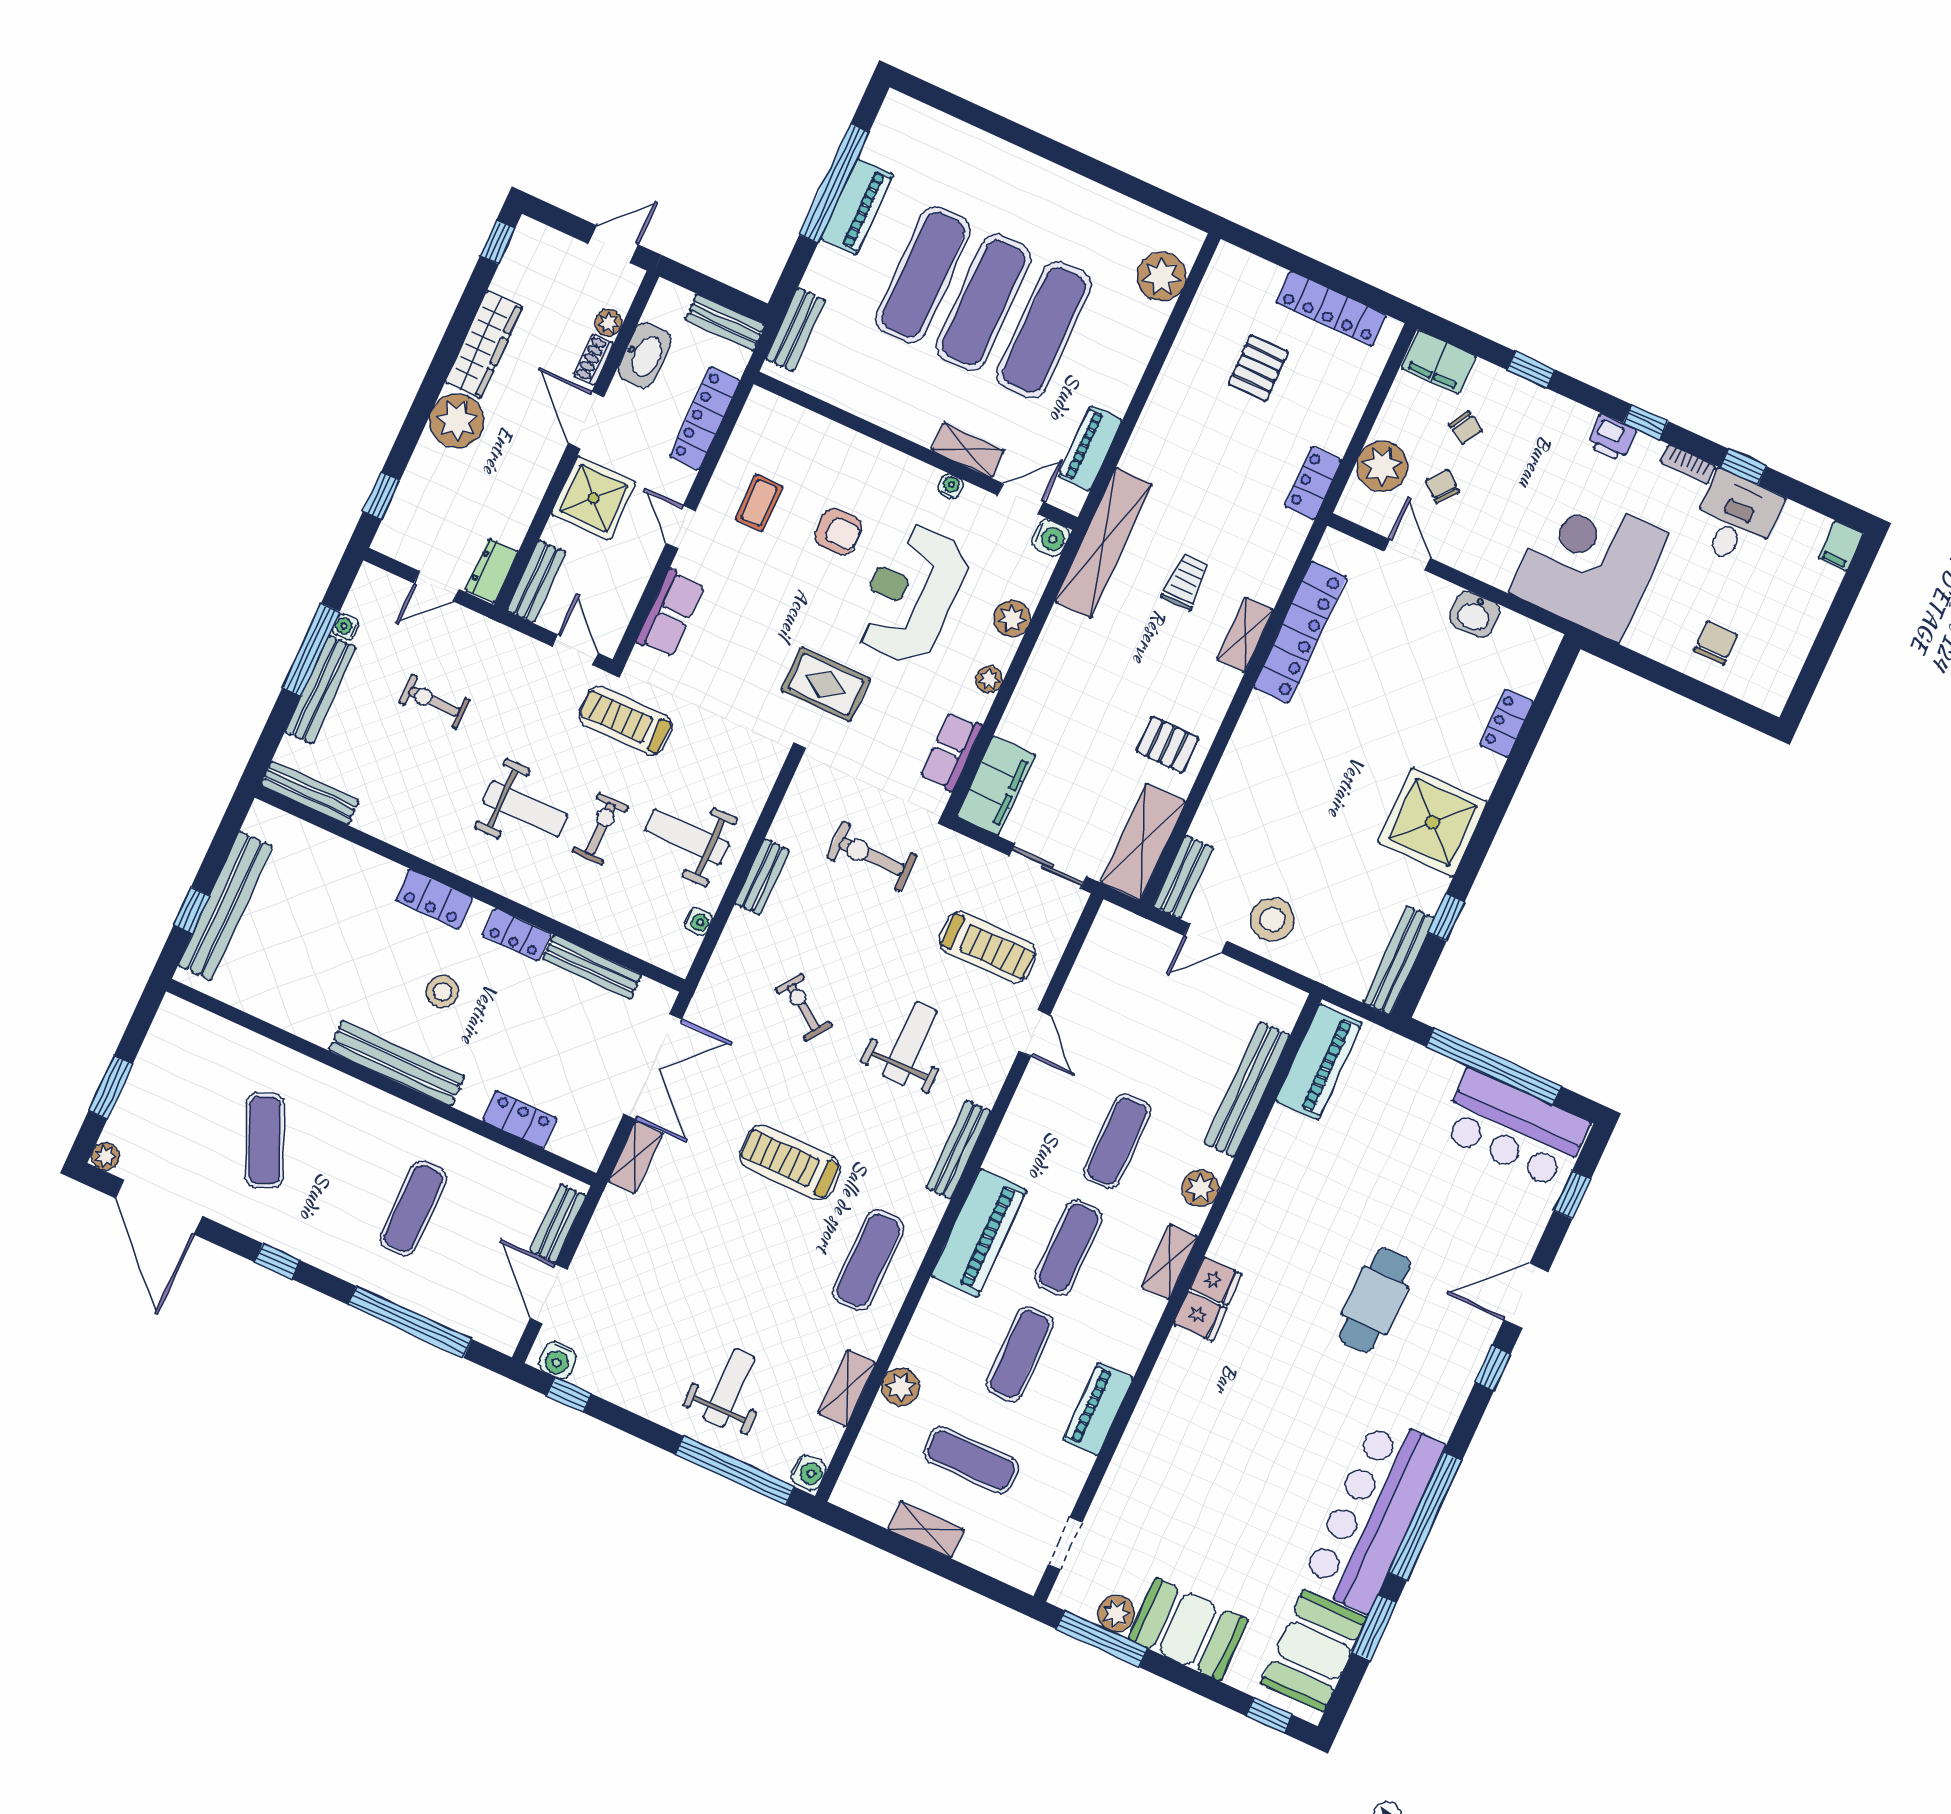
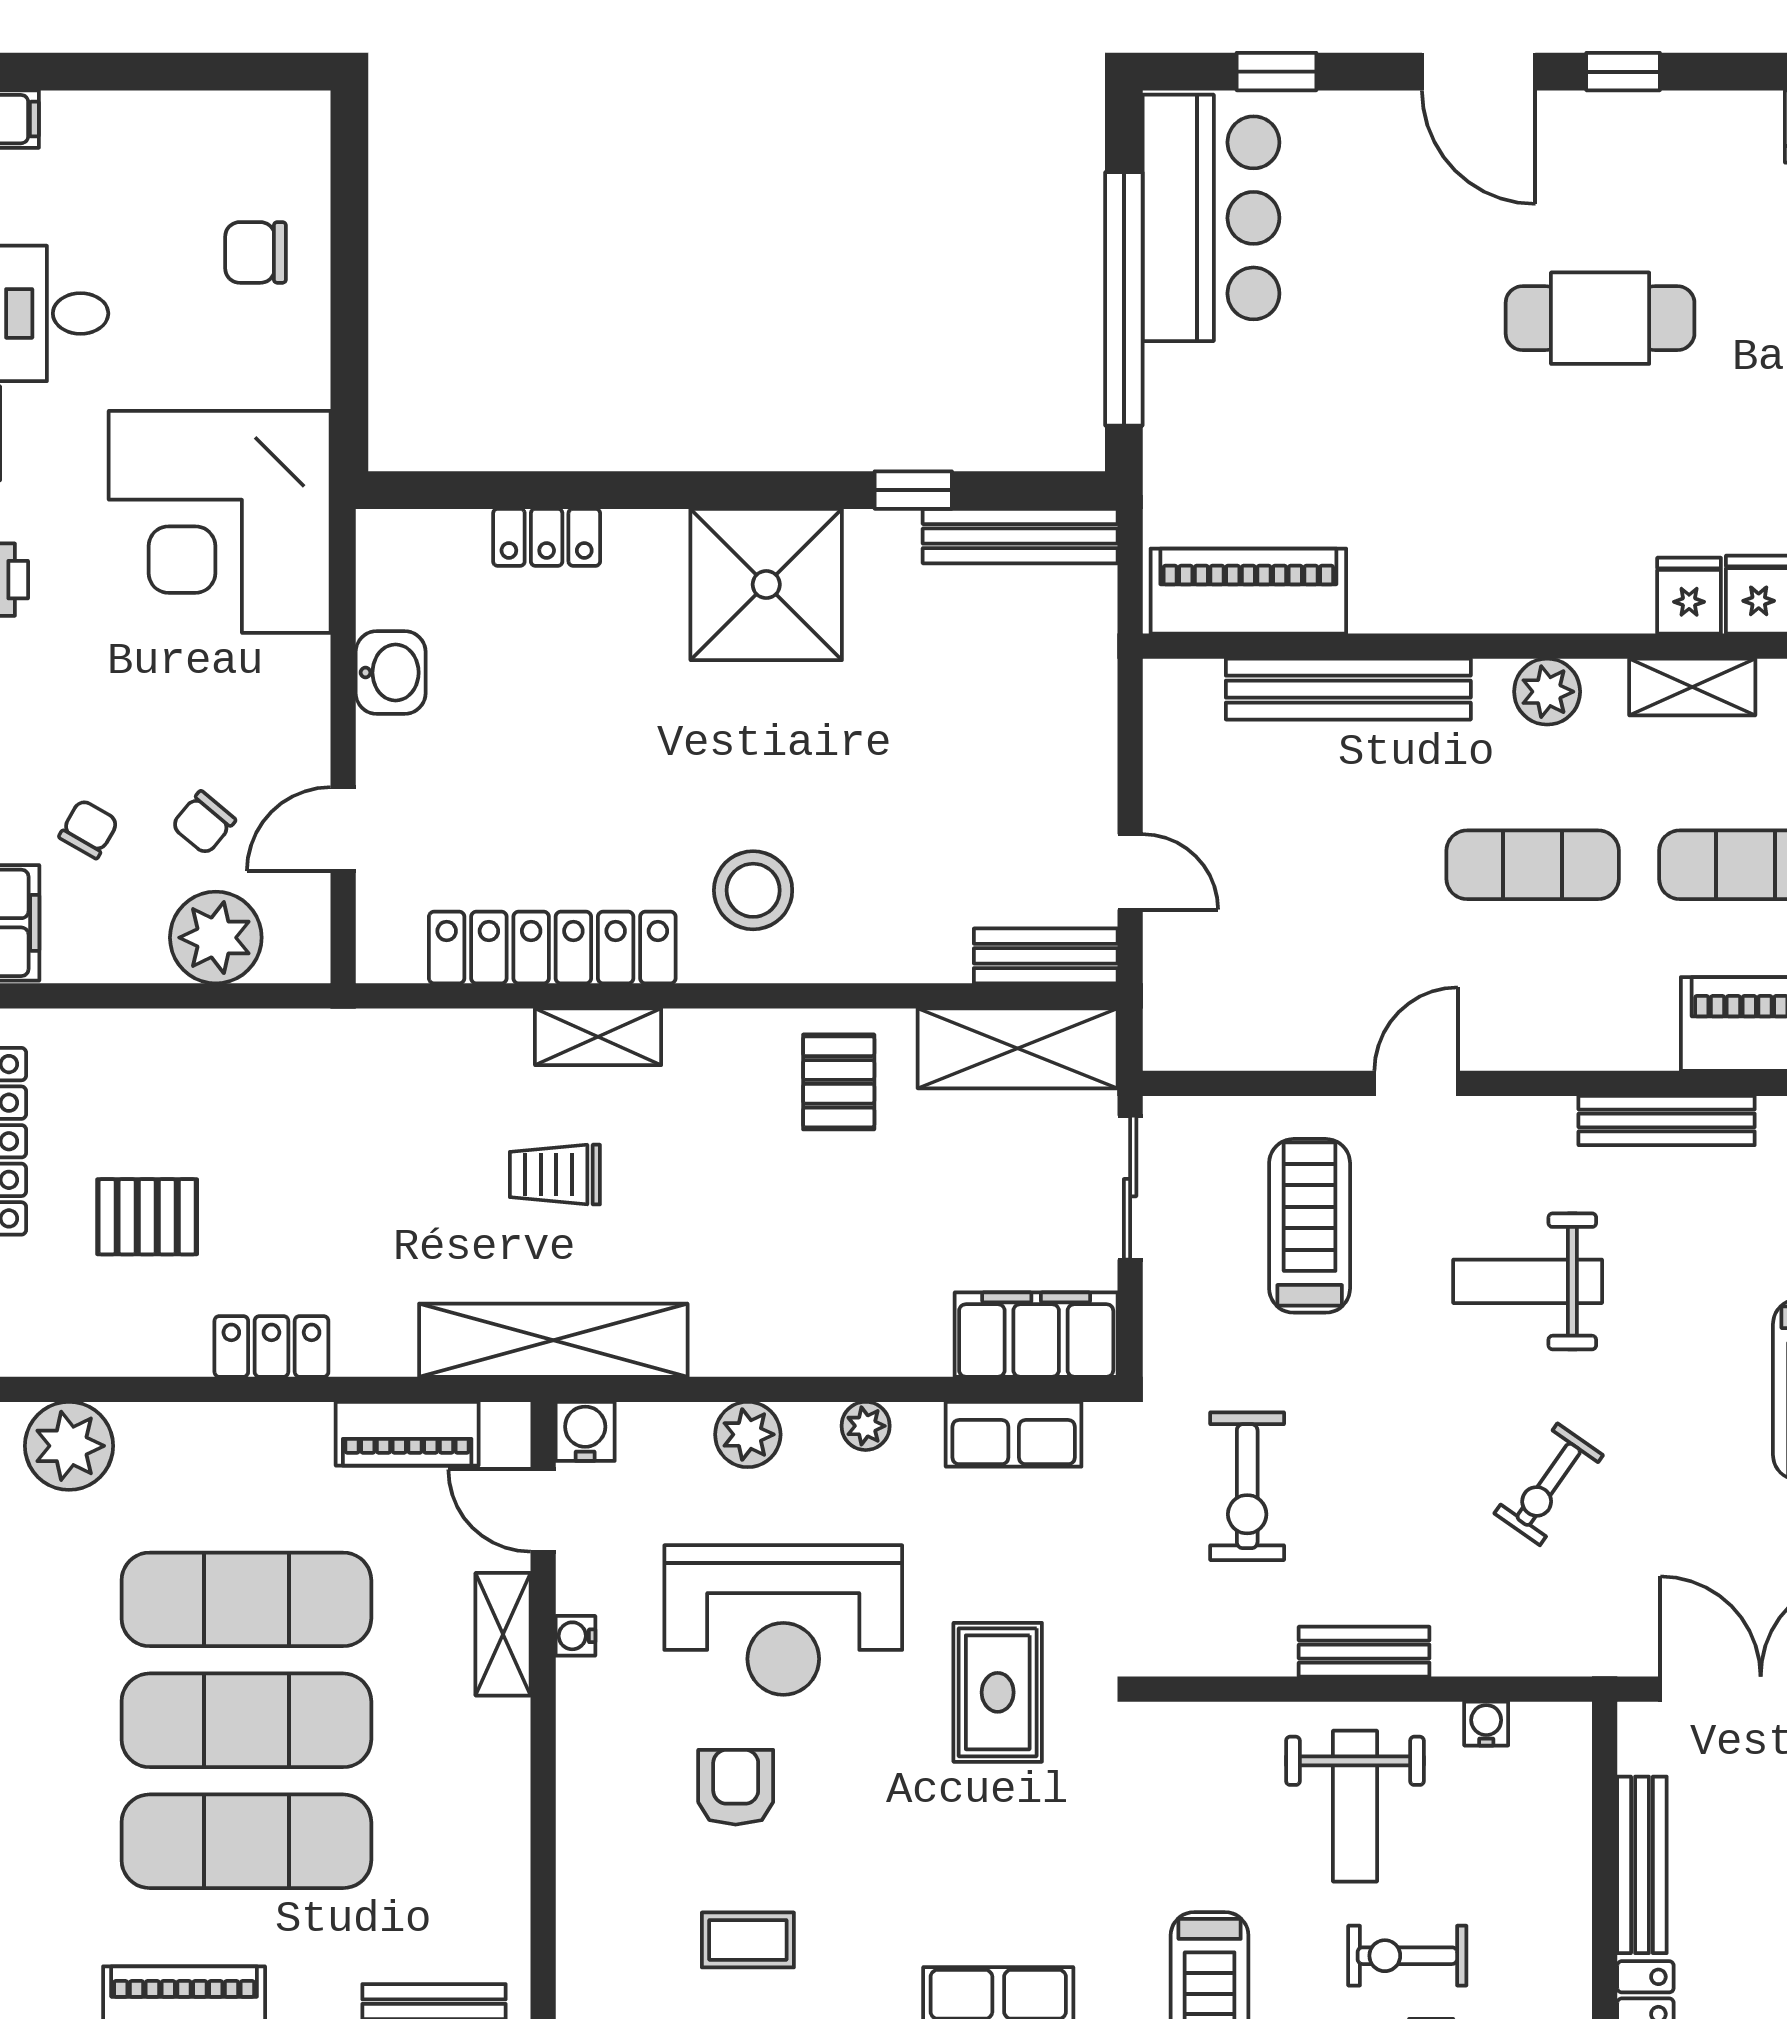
locker: (1313, 483) -> (271, 1346), moved, turned 180
stool: (1272, 920) -> (753, 890), moved

